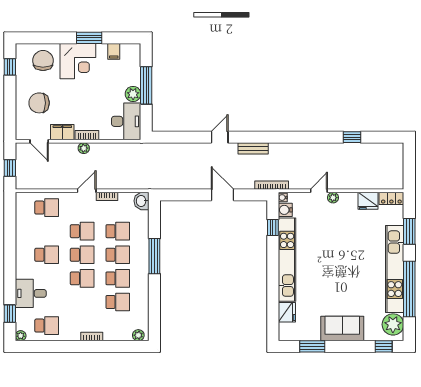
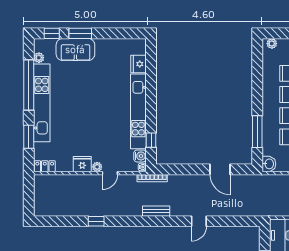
window: (352, 137) -> (96, 221), moved
bench: (253, 148) -> (156, 211), moved
door: (223, 195) -> (220, 169), moved
fridge: (368, 201) -> (82, 164), moved
window: (154, 256) -> (257, 132), moved
plant: (393, 324) -> (39, 58), width x0.53, depth x0.53
sofa: (342, 329) -> (75, 49), moved
window: (312, 346) -> (80, 33), moved

